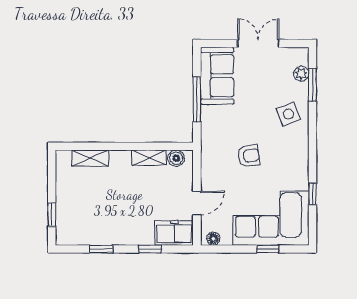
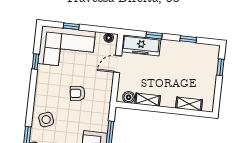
freezer: (174, 233) -> (141, 45), width x1.40

